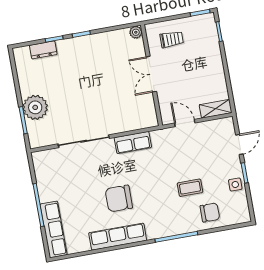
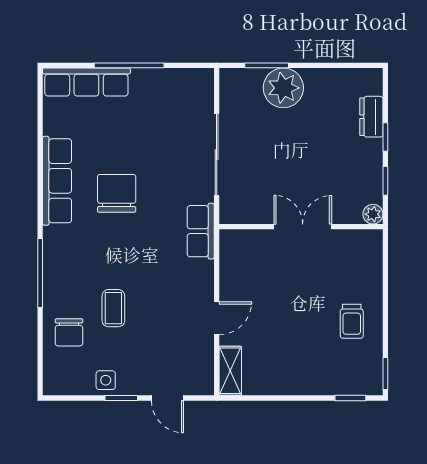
plant: (136, 32) -> (373, 214), moved
double door: (151, 74) -> (303, 227), moved
wall: (152, 75) -> (301, 227), moved

